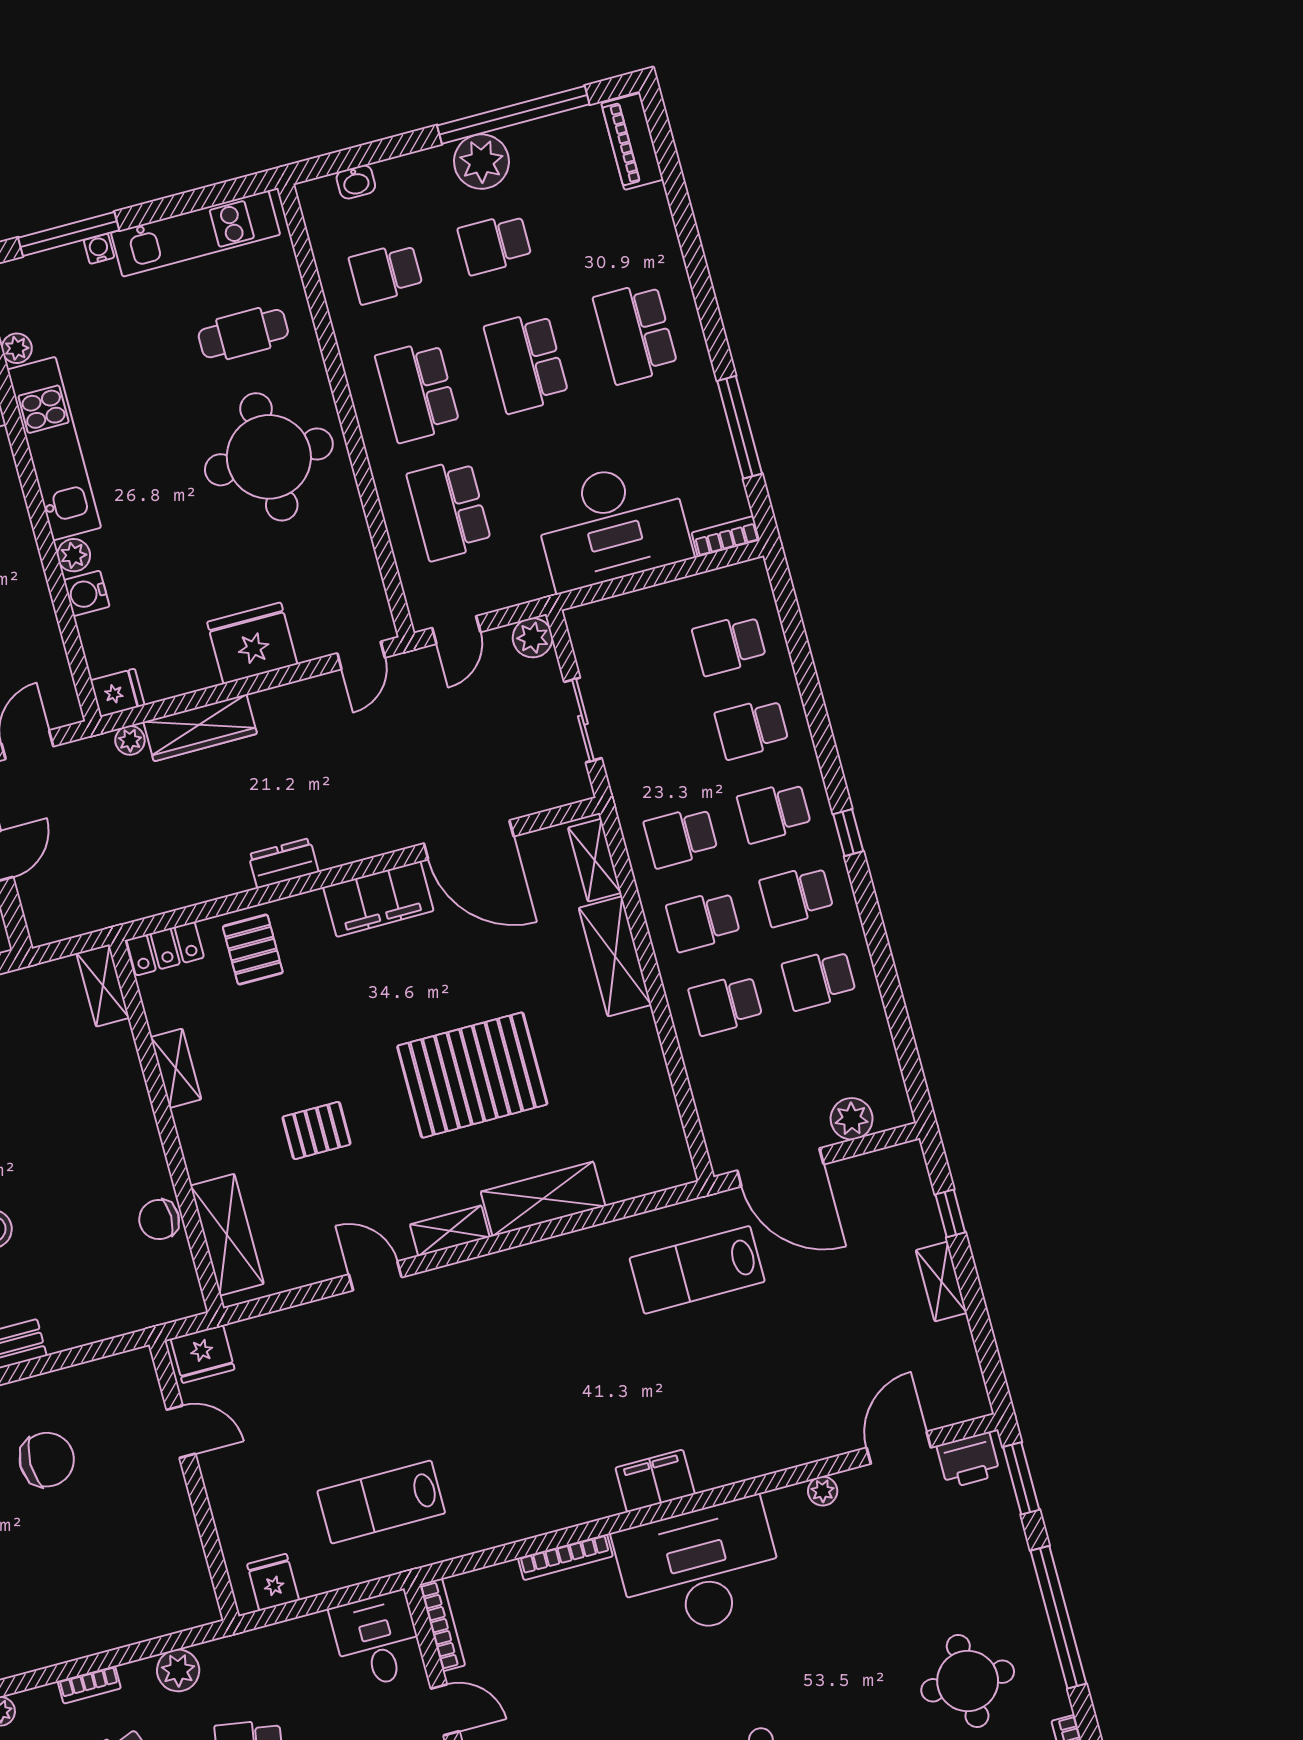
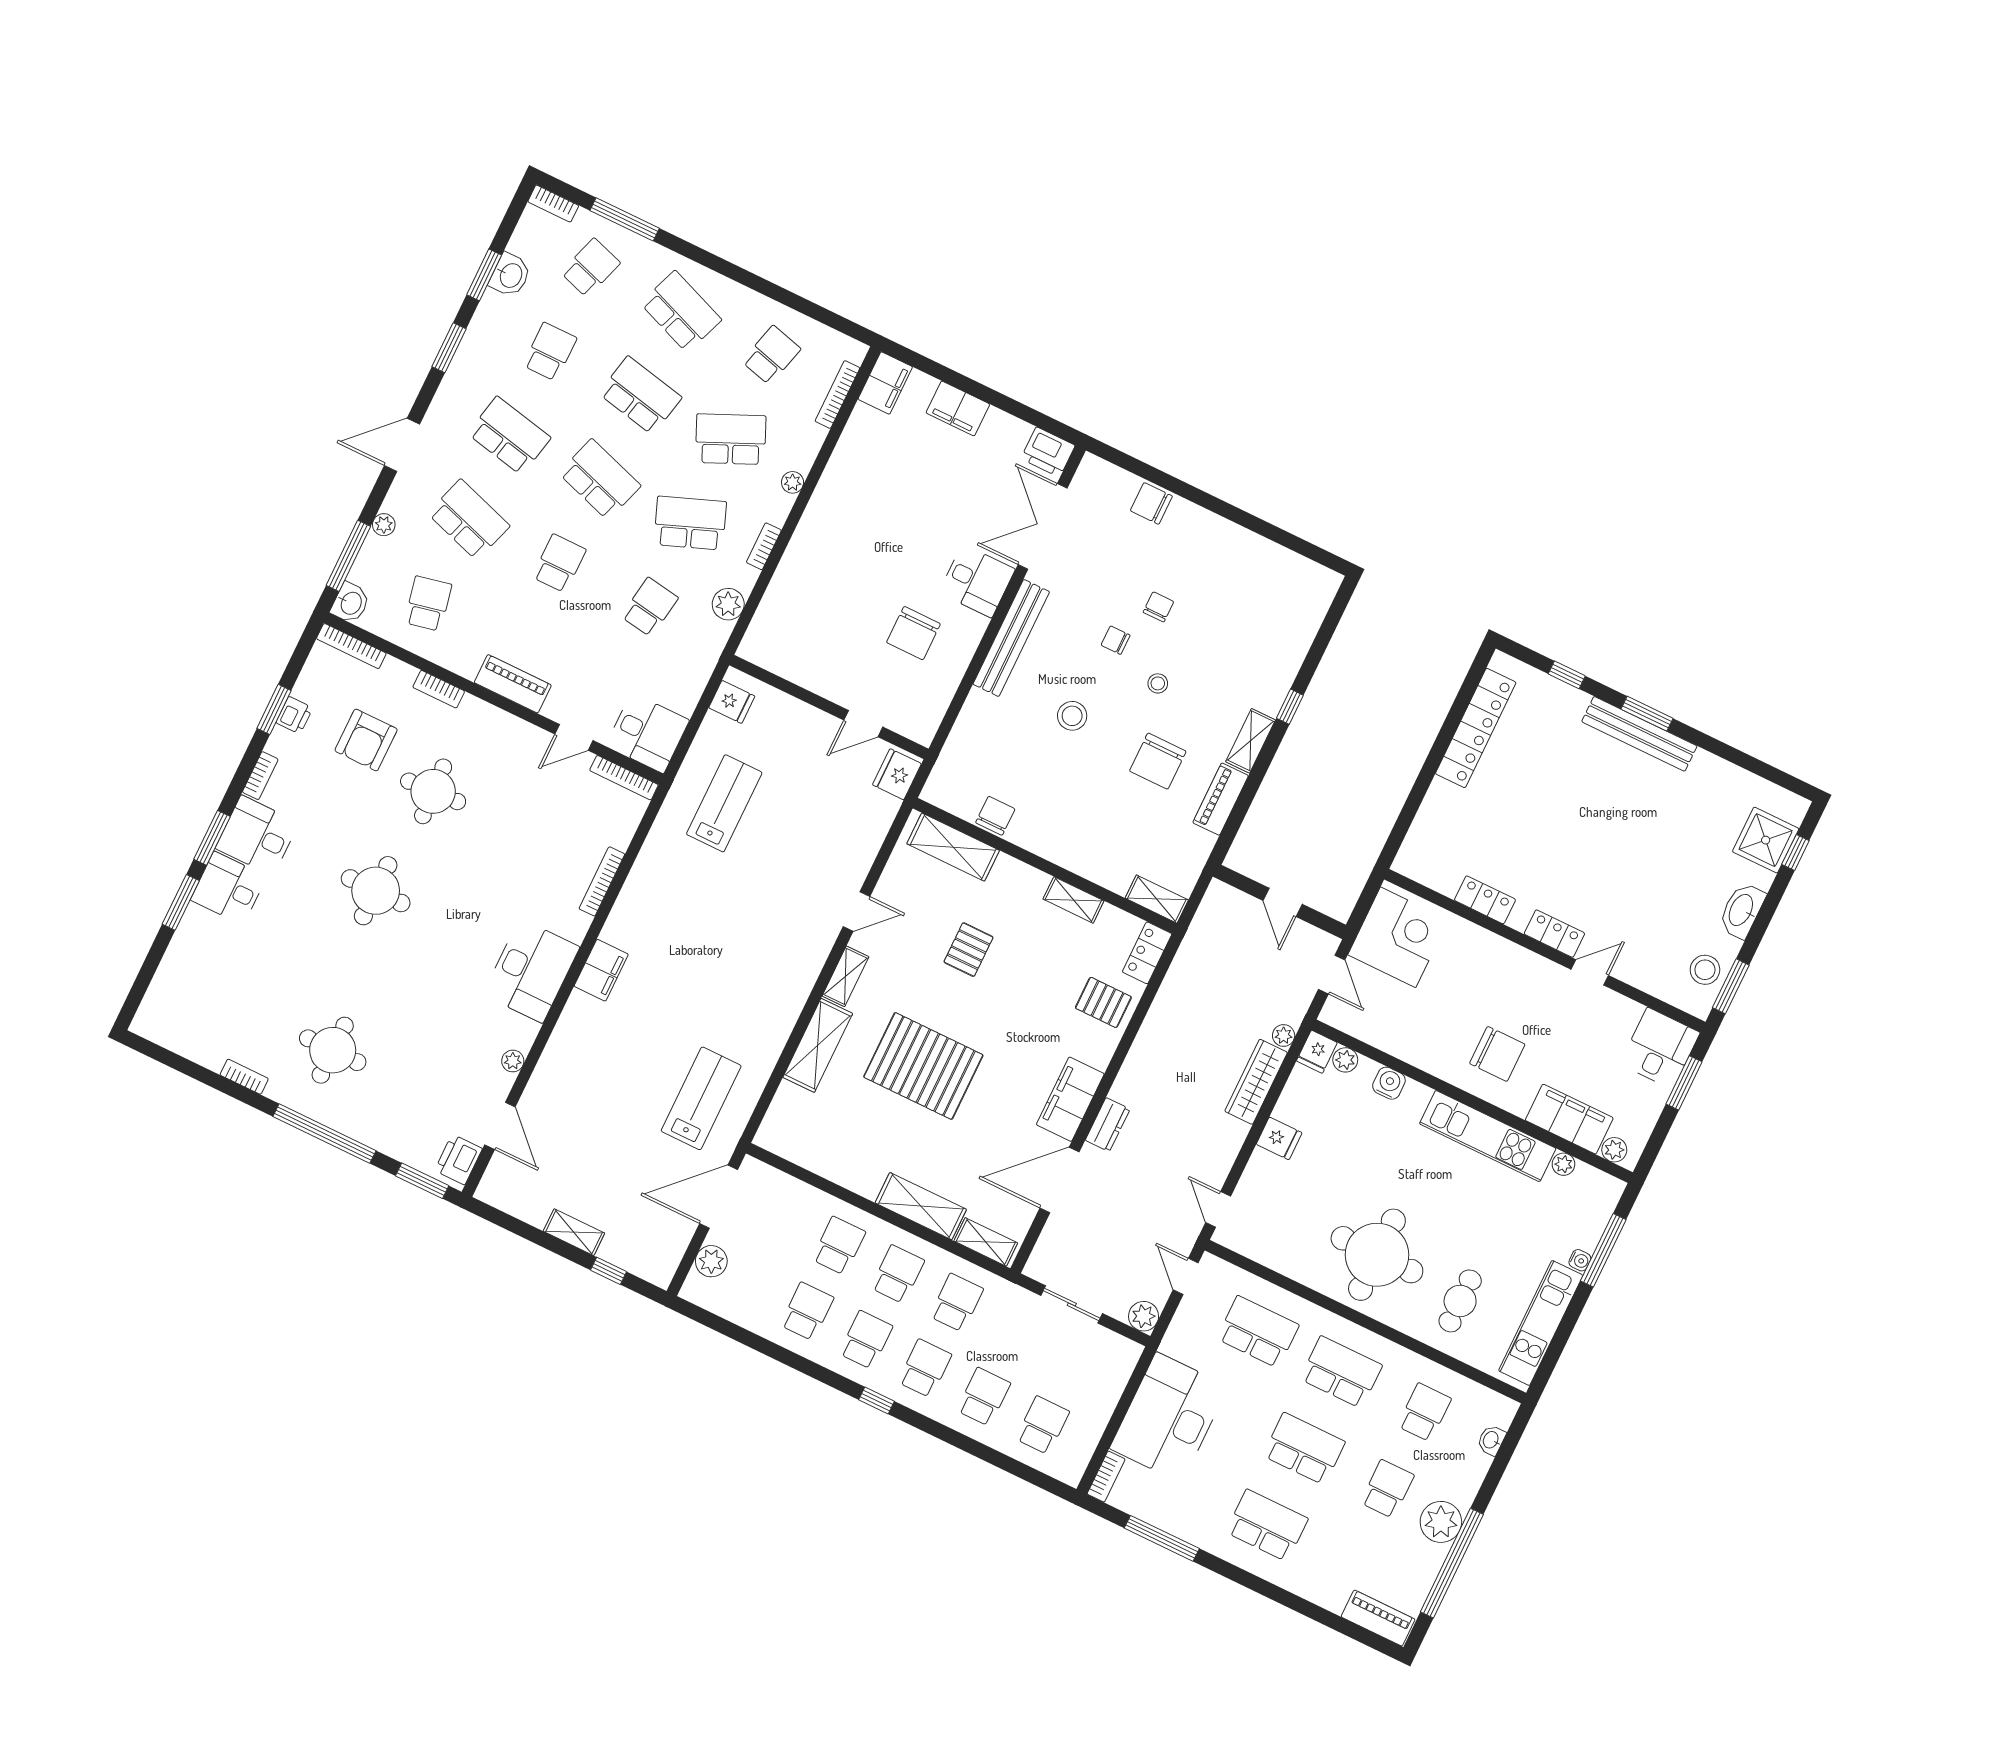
plant: (74, 555) -> (1345, 1060), moved
fridge: (252, 643) -> (1279, 1138), width x0.53, depth x0.75
dresser: (283, 863) -> (1108, 1125), moved
pallet: (472, 1075) -> (923, 1066), turned 90
desk: (700, 1569) -> (531, 971), width x0.73, depth x0.77

